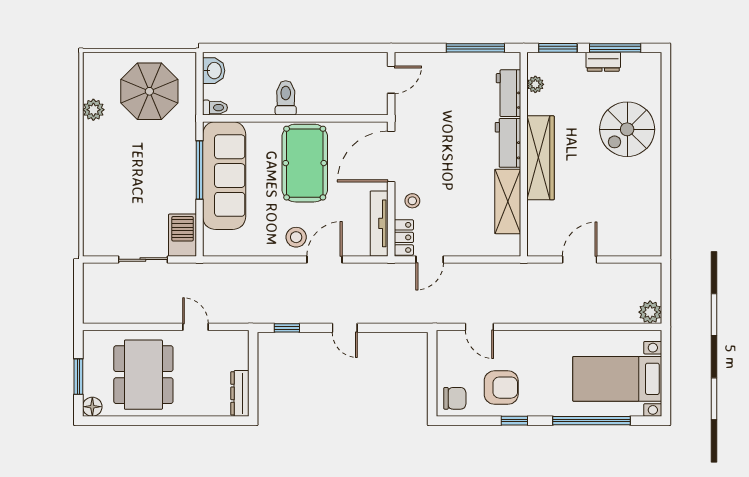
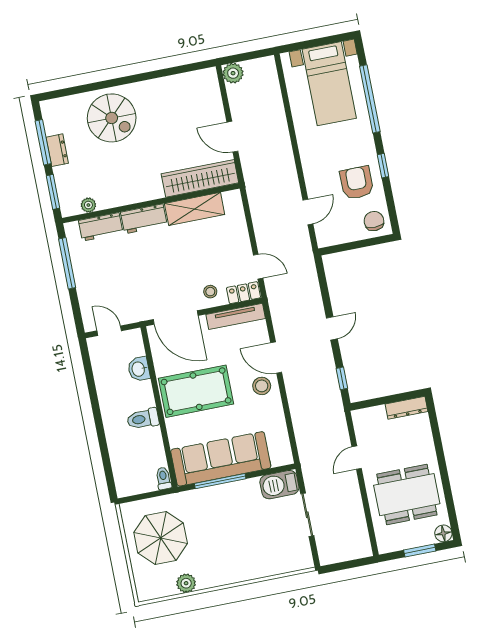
washbasin: (214, 71) -> (139, 369), moved, turned -90
wardrobe: (541, 158) -> (200, 178), moved
plant: (650, 312) -> (233, 73), moved

